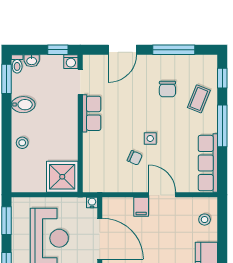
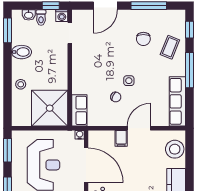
toilet: (17, 64) -> (41, 18), moved
row of seats: (92, 113) -> (79, 110), moved
shower: (62, 177) -> (50, 108), width x1.37, depth x1.37
door: (162, 195) -> (139, 128), hinge flipped
stool: (205, 220) -> (175, 149), width x1.89, depth x1.89

